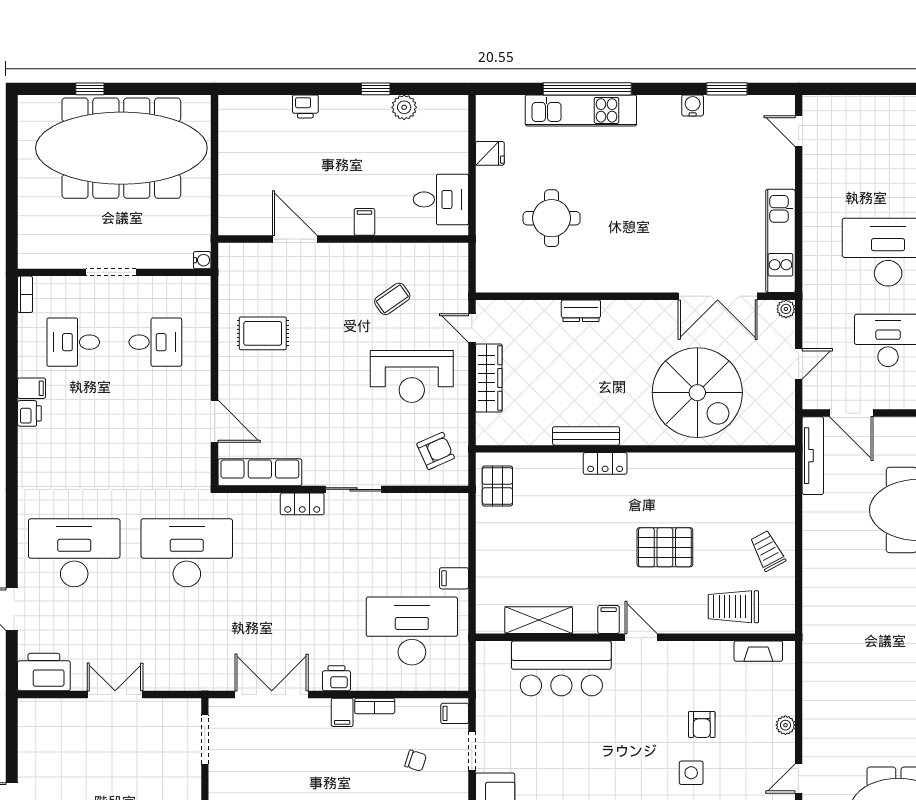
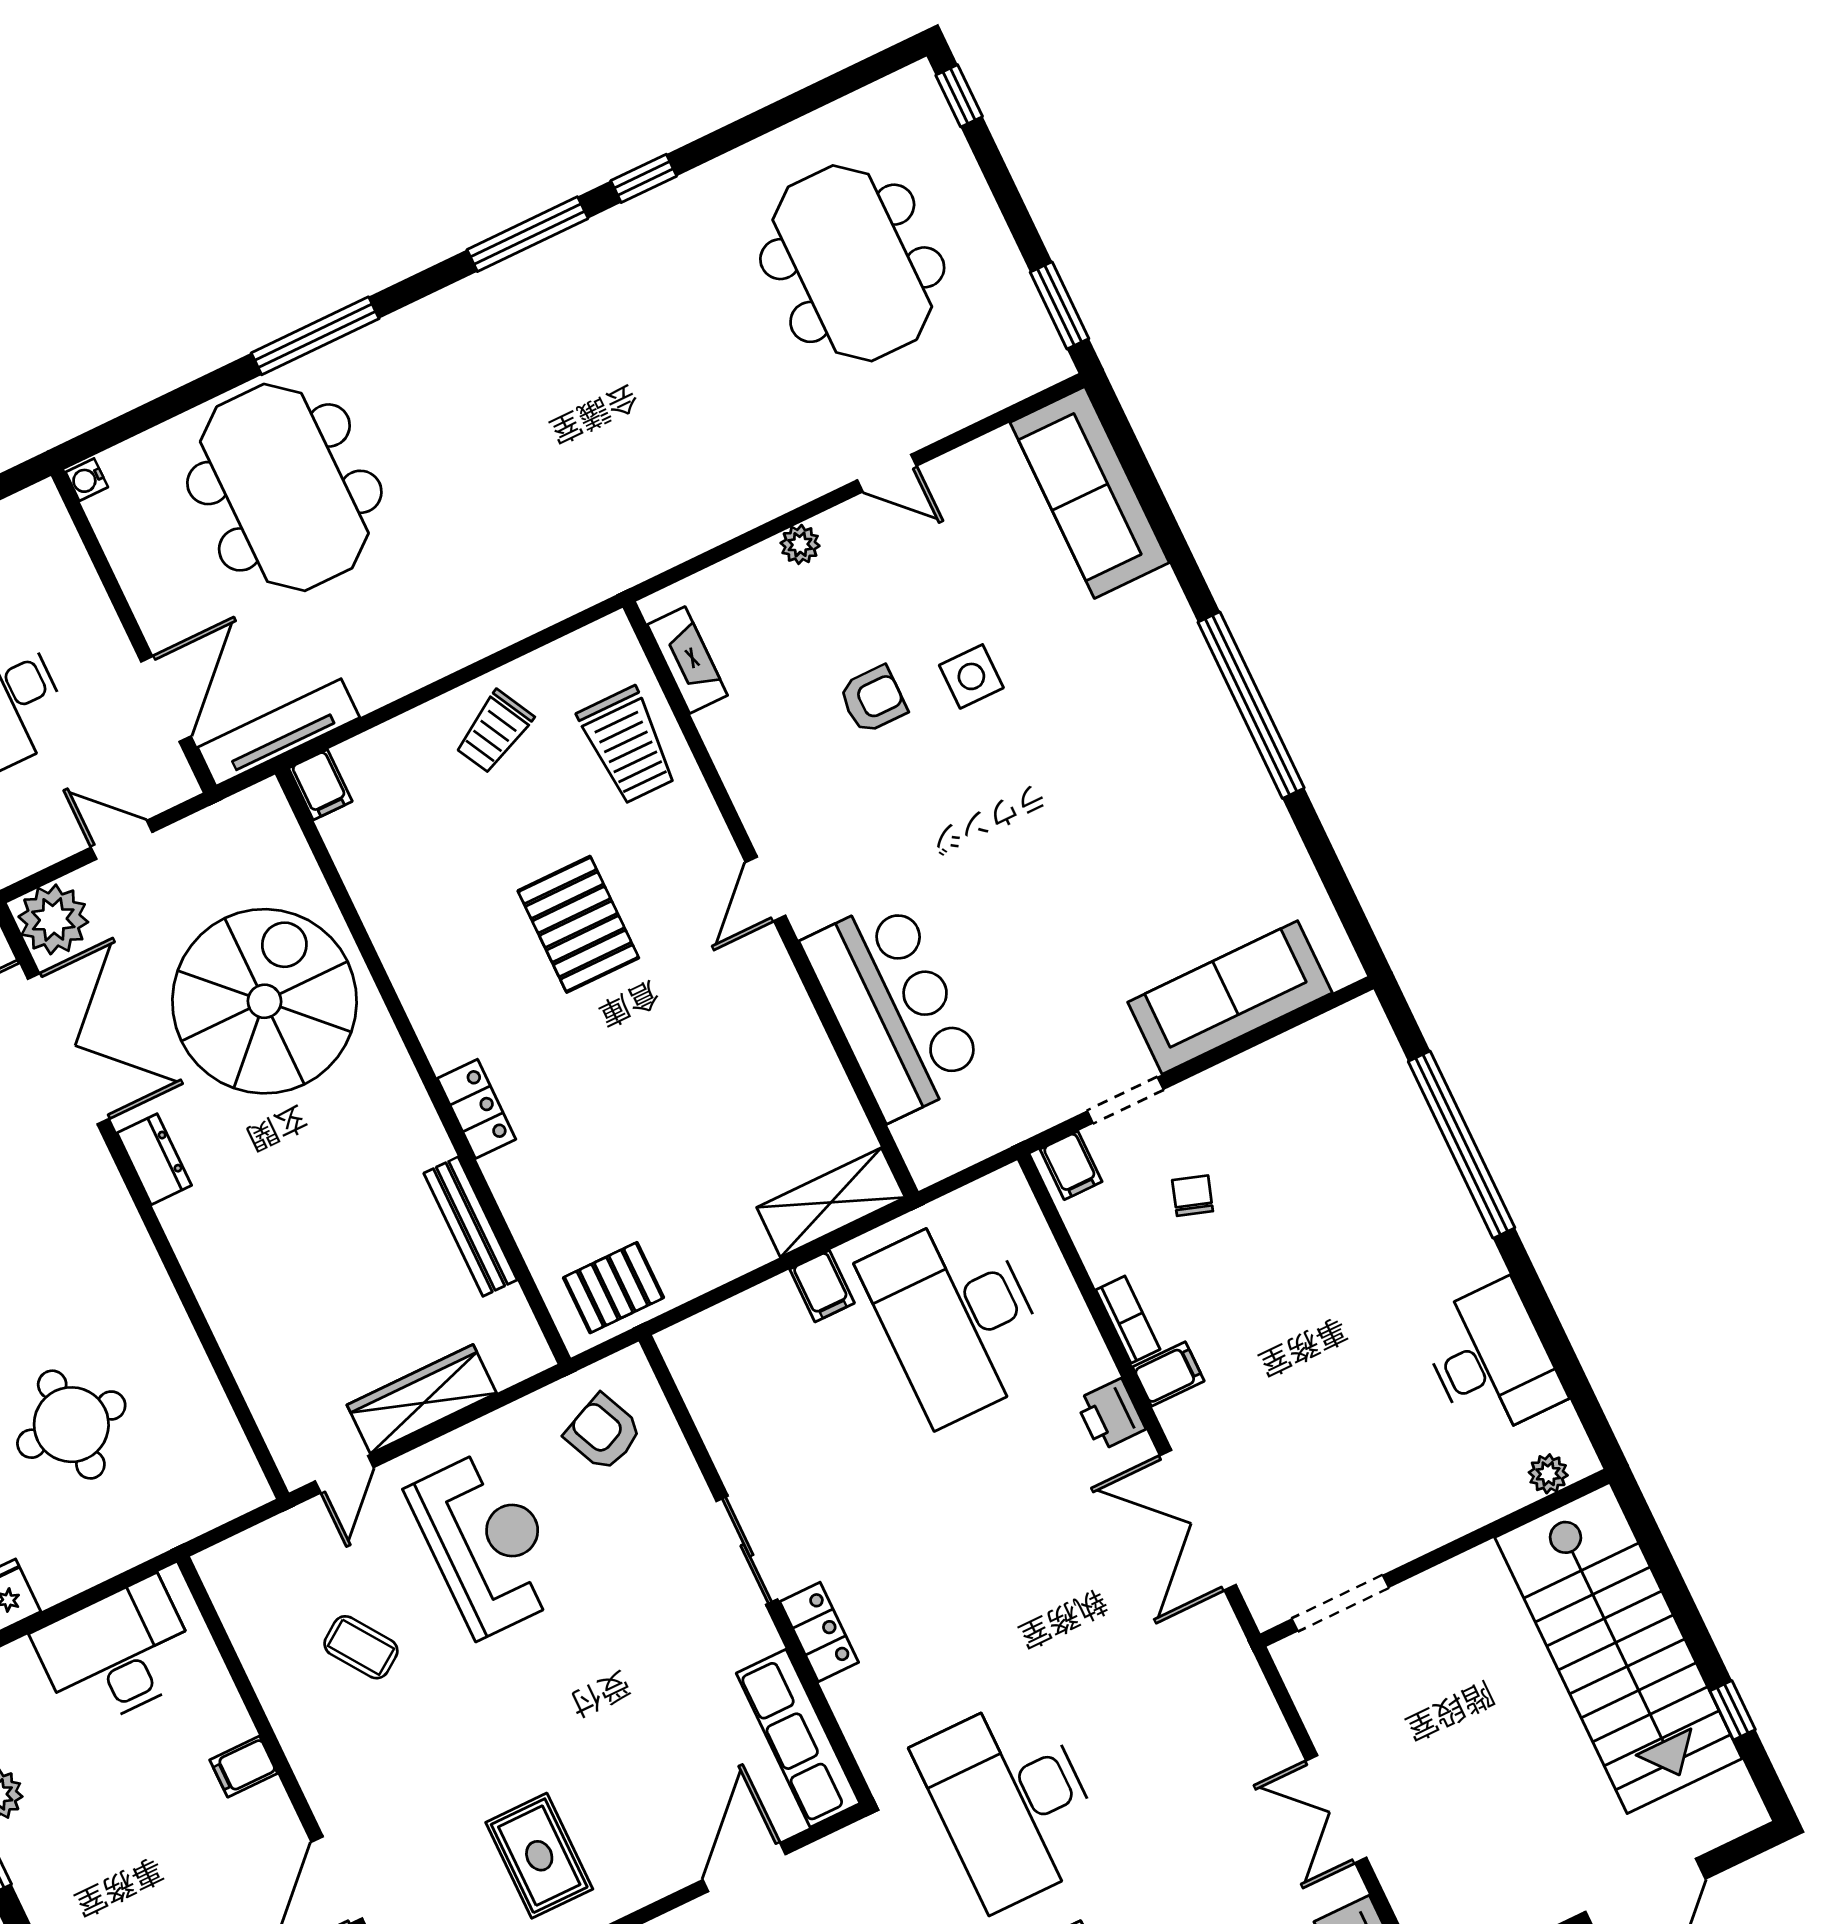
desk: (441, 199) -> (117, 1654), width x1.37
plant: (786, 309) -> (53, 919), width x1.88, depth x1.88
dresser: (581, 311) -> (154, 1159), moved
bench: (586, 436) -> (471, 1227), moved
shelving: (539, 620) -> (831, 1202), moved, turned 90
filing cabinet: (609, 620) -> (320, 785), moved, turned -90

